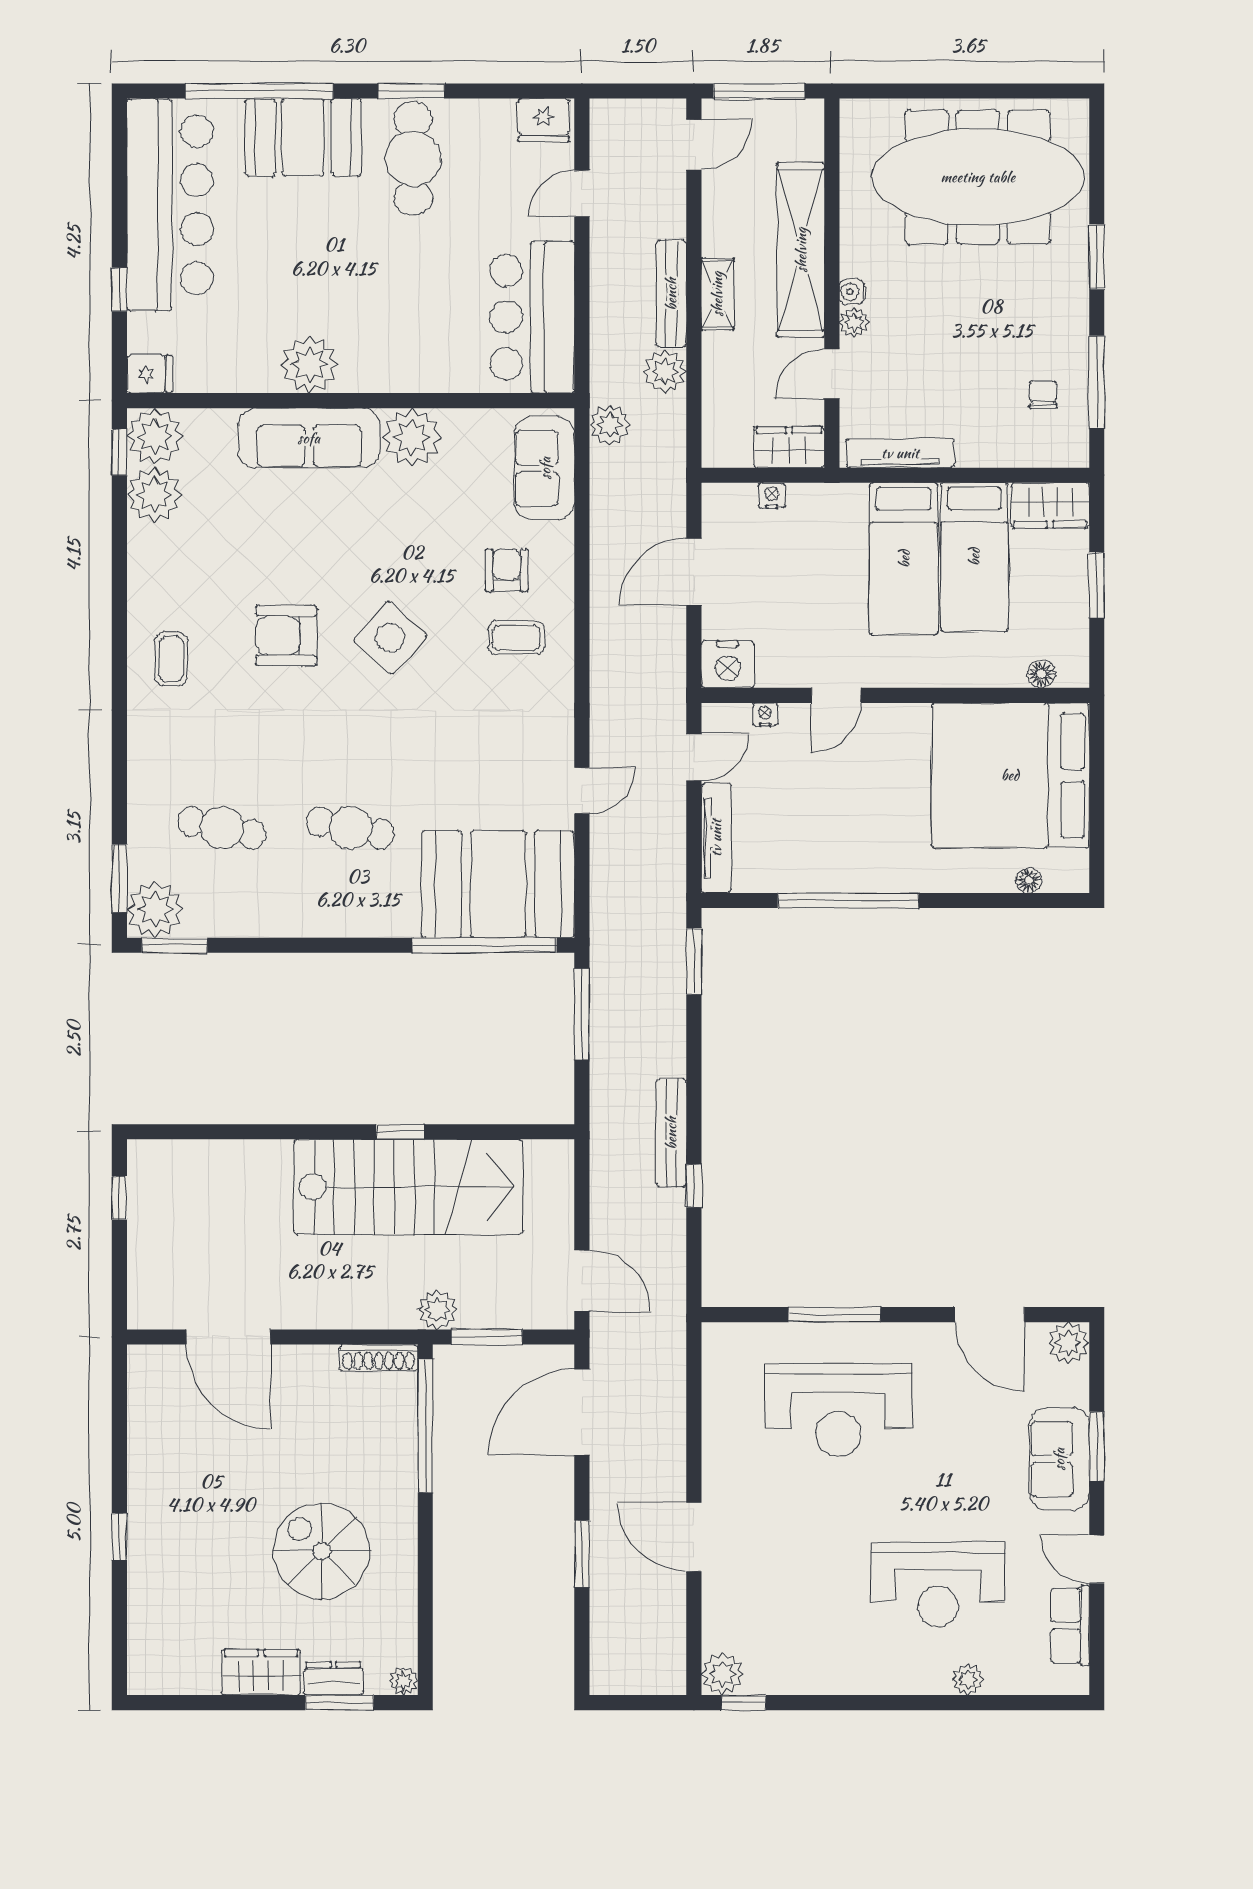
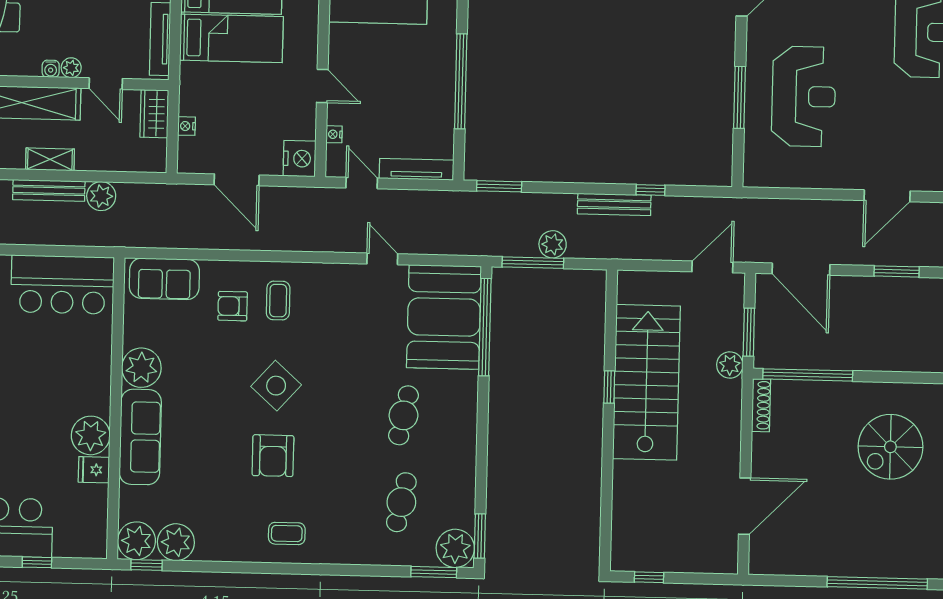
fridge: (150, 374) -> (94, 470), moved, turned -90
plant: (610, 425) -> (553, 244), moved
window: (119, 1537) -> (877, 583), width x3.17

